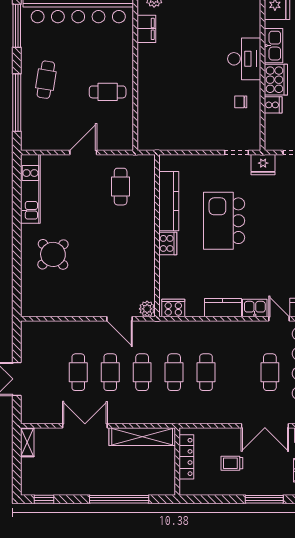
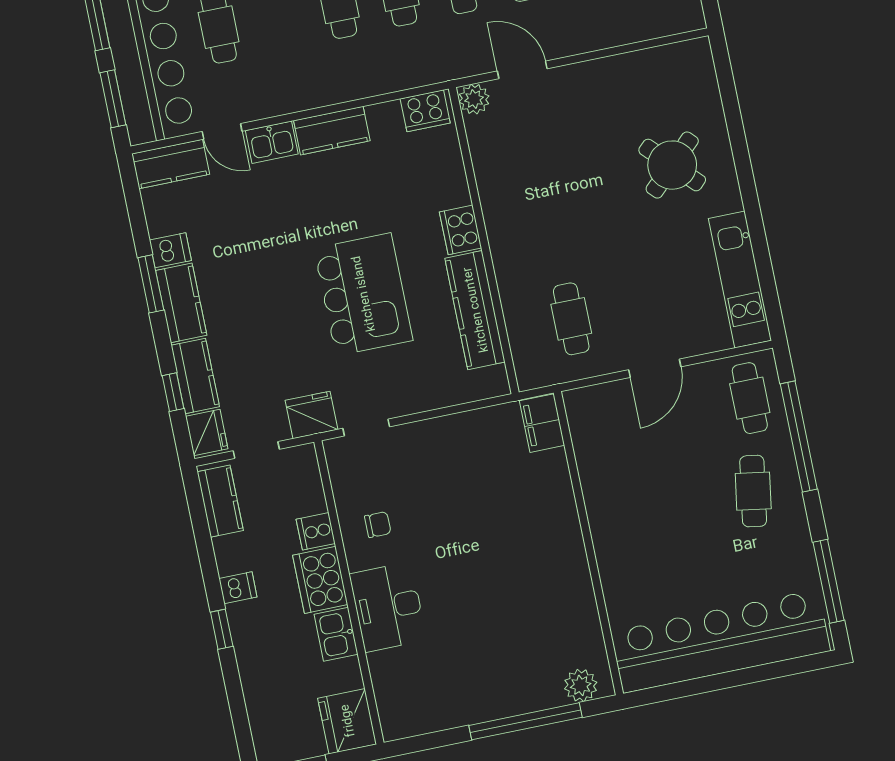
filing cabinet: (146, 29) -> (542, 423), moved
kitchen sink: (274, 46) -> (336, 634), width x0.73
cafe table: (108, 92) -> (750, 398), moved, turned 90

